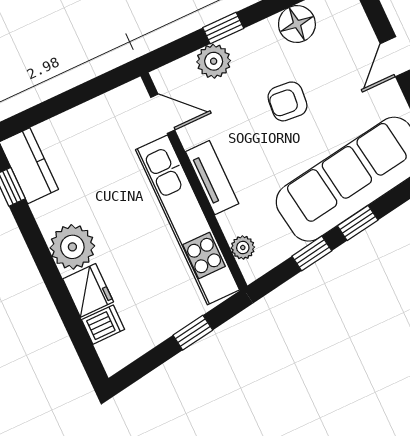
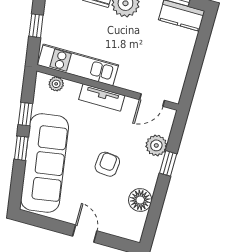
kitchen unit: (187, 220) -> (78, 65), width x0.73

